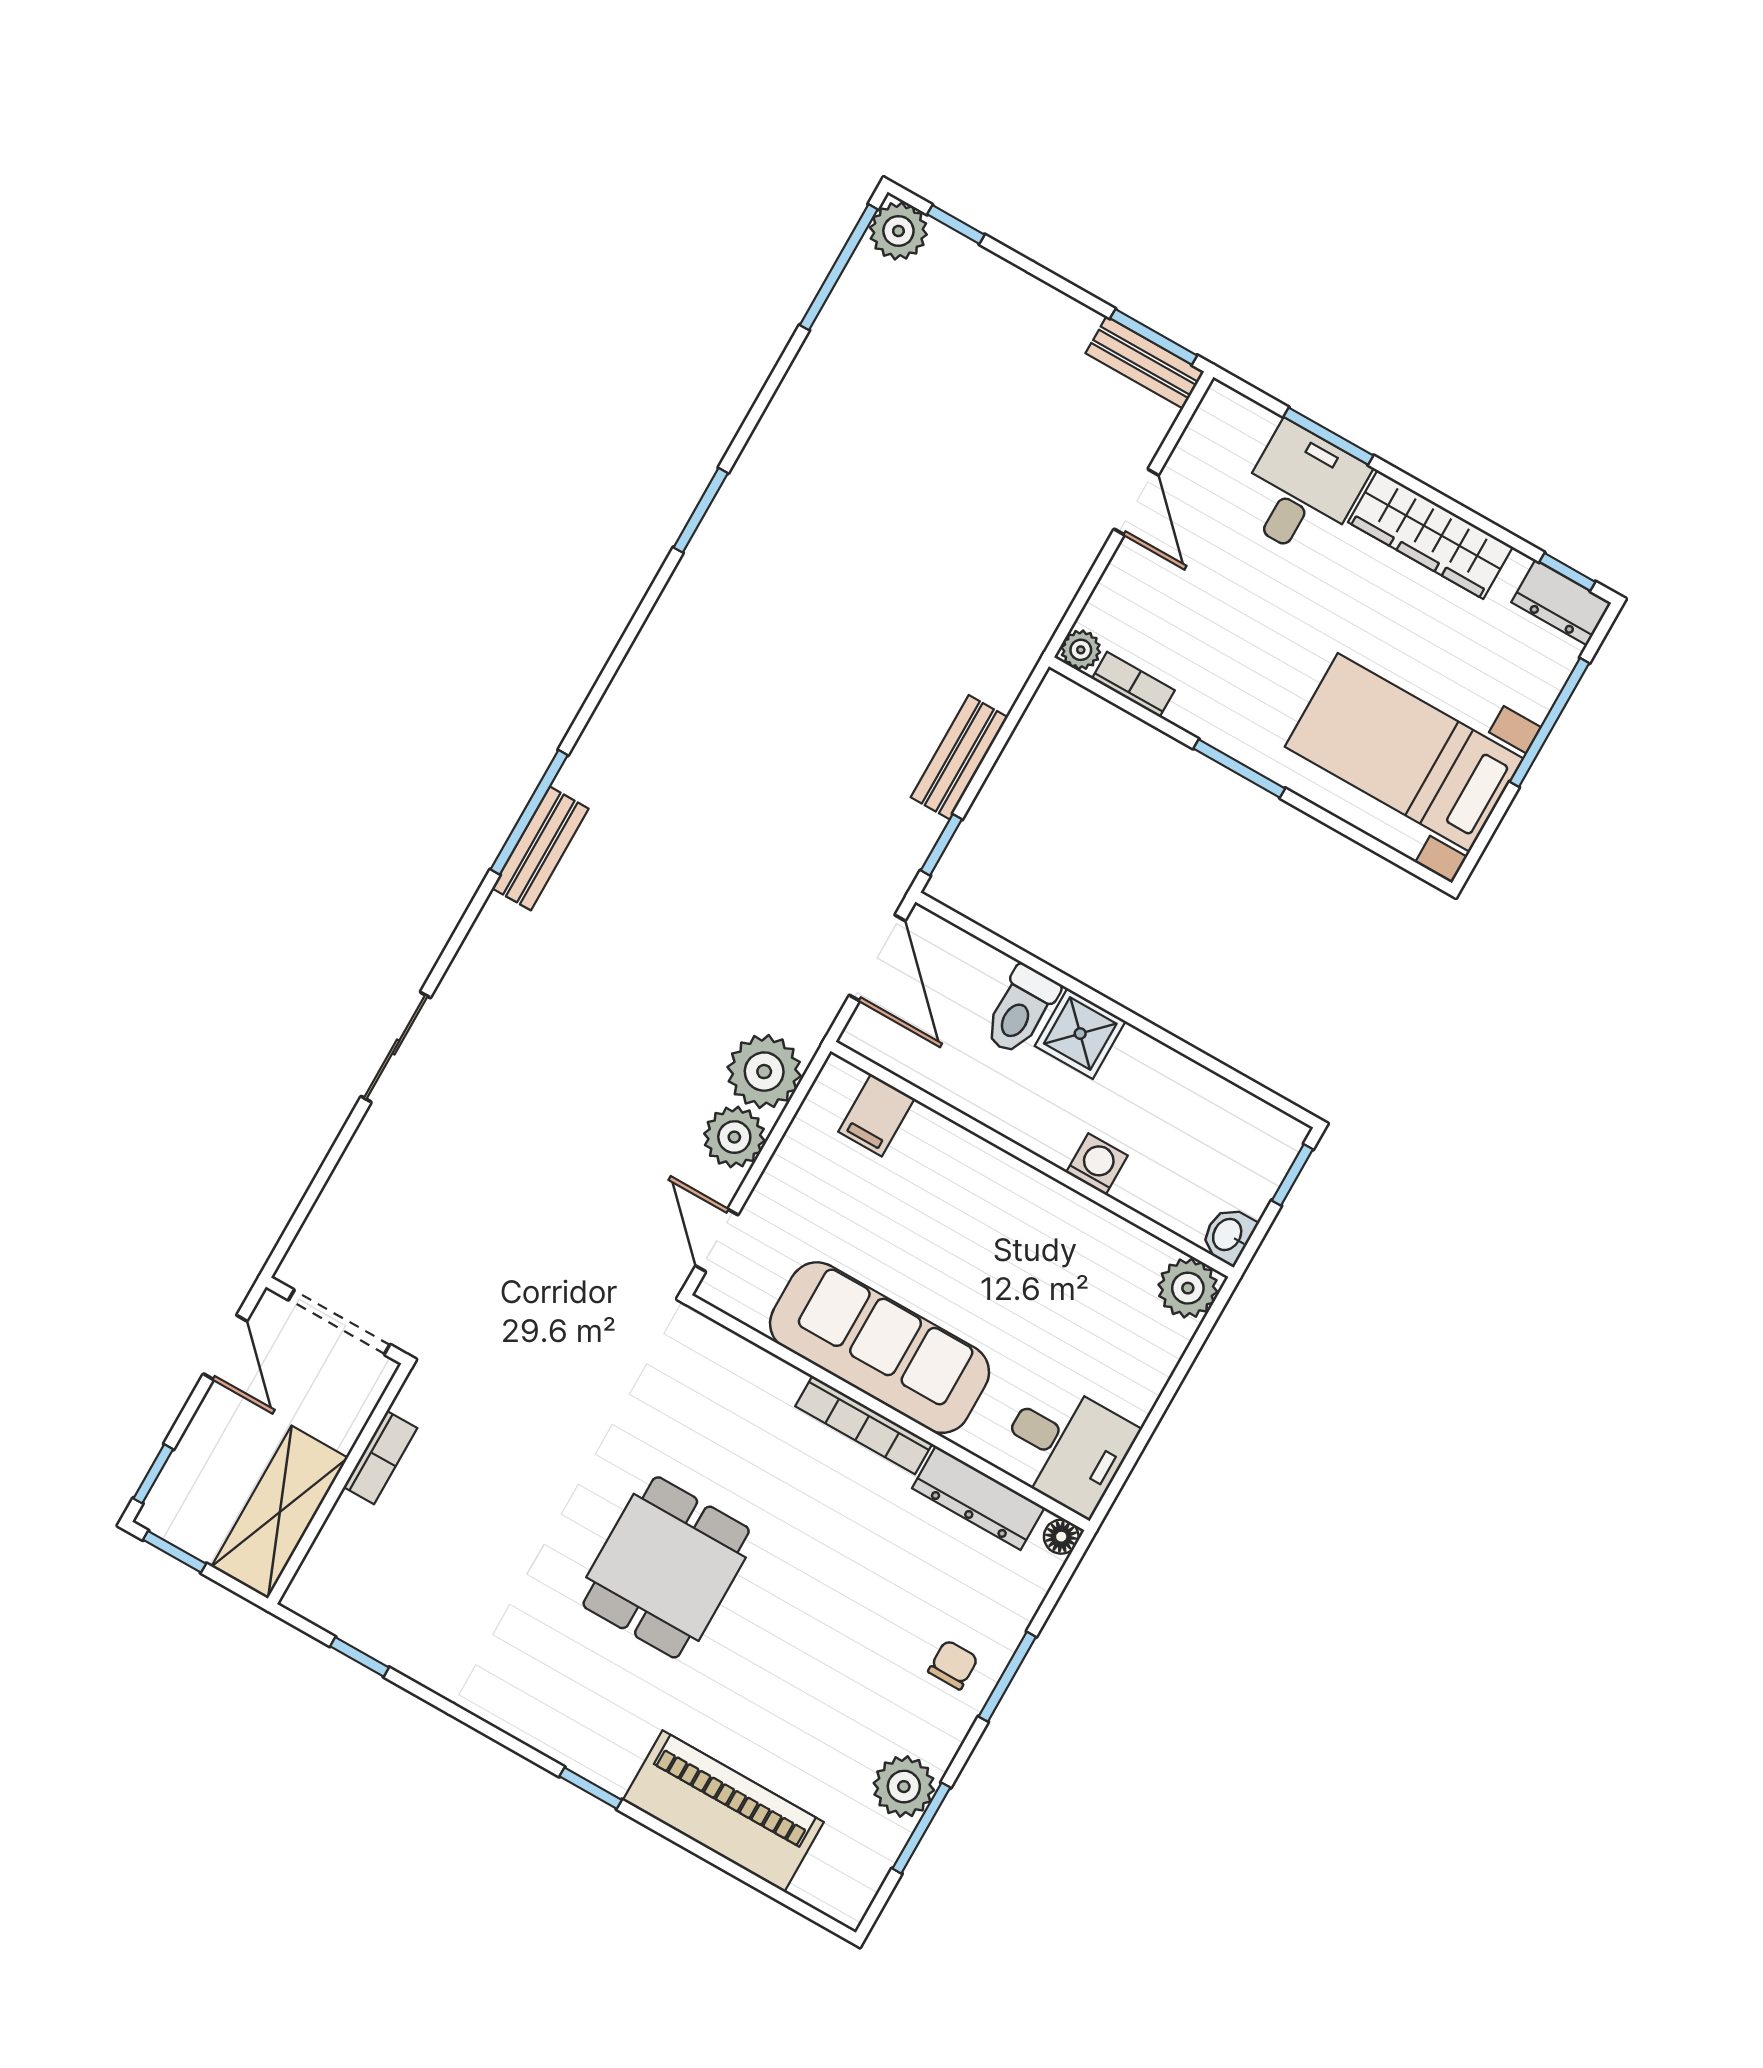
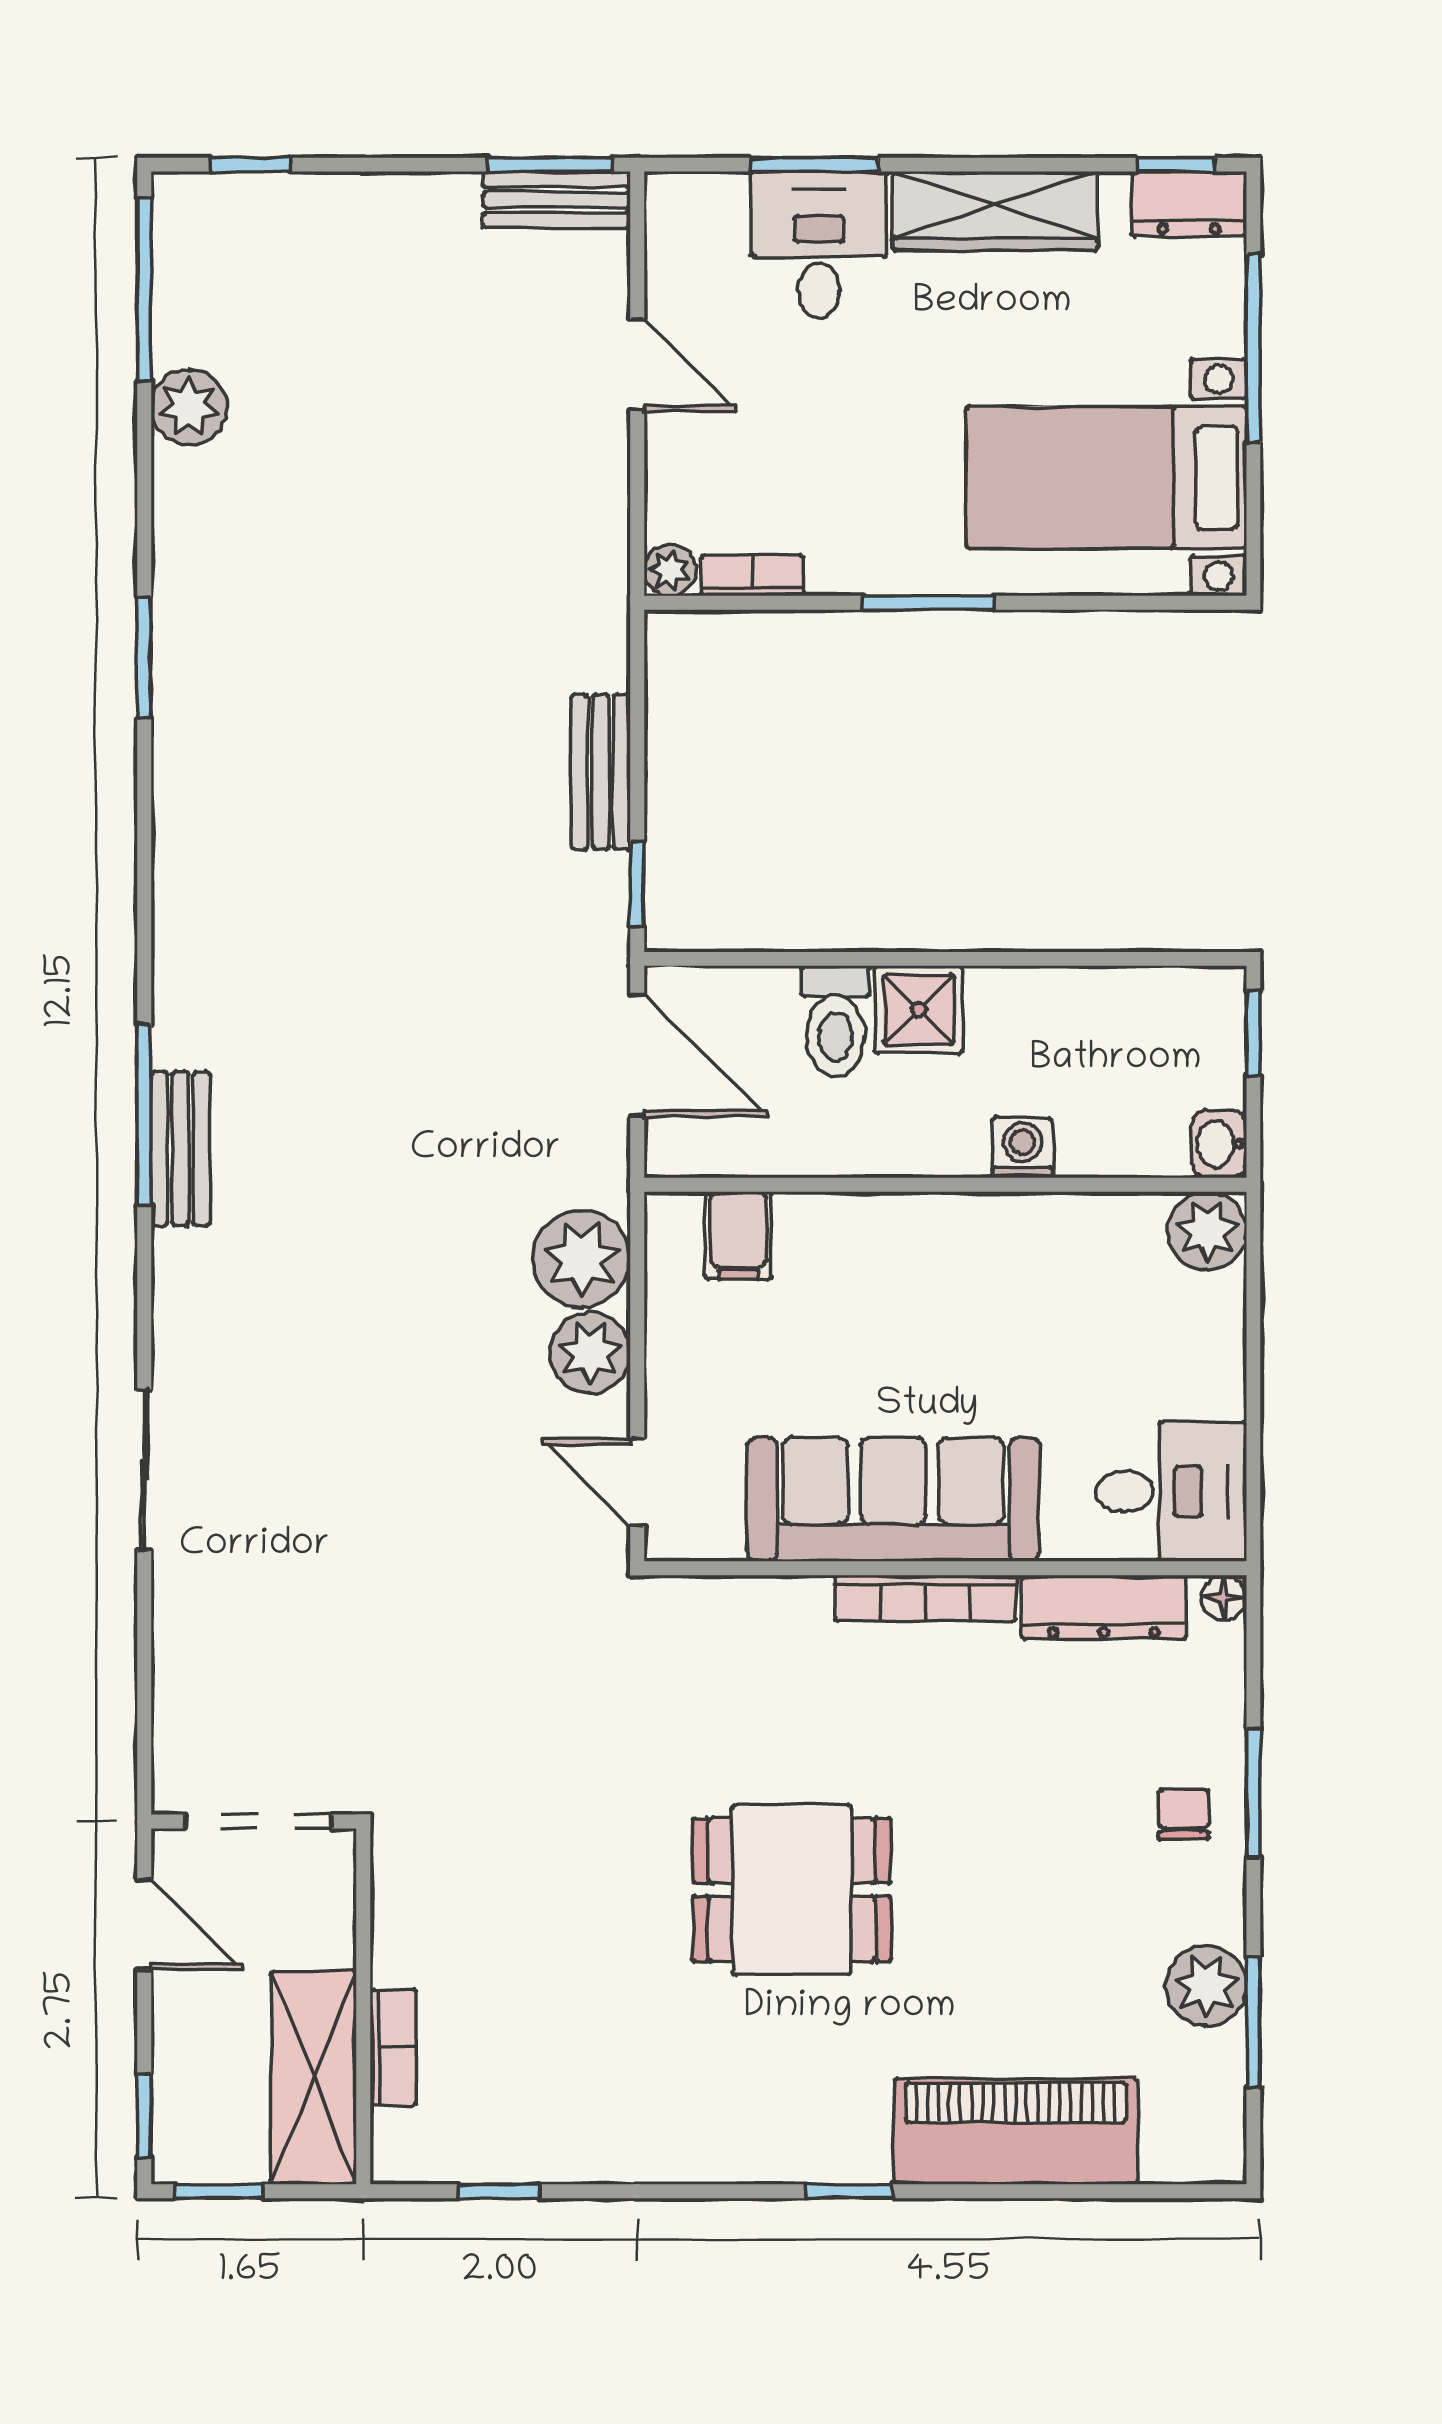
plant: (898, 231) -> (189, 407), moved
bookcase: (380, 1457) -> (393, 2047), moved
dining table: (666, 1567) -> (792, 1890), turned 90

